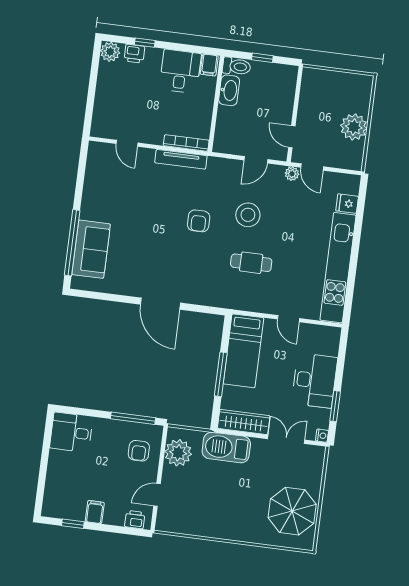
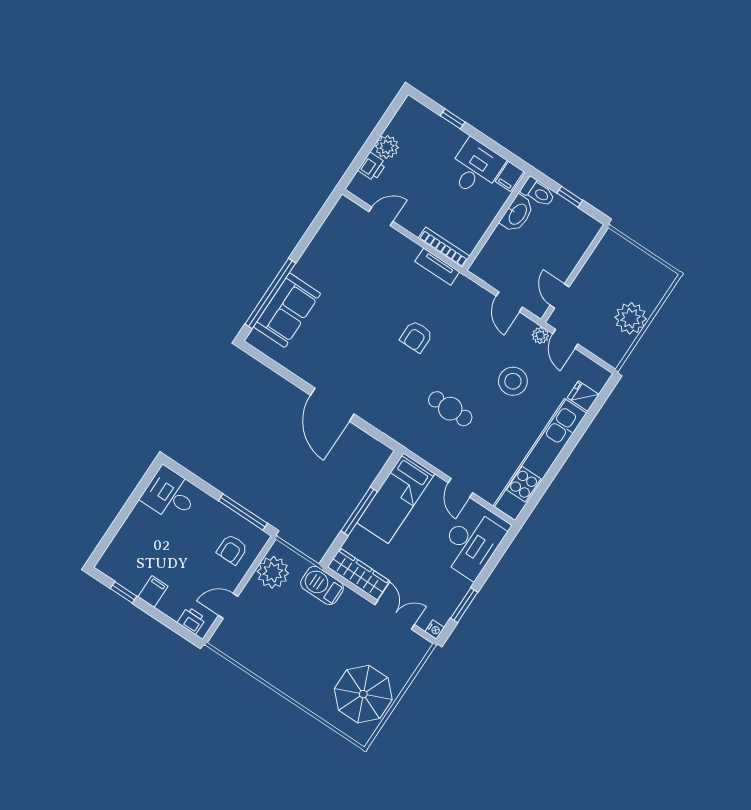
plant: (110, 52) -> (387, 147), moved
printer: (134, 54) -> (372, 167), moved, turned -90
door: (127, 143) -> (381, 216), swing flipped
tv unit: (181, 159) -> (437, 267), width x0.71
door: (256, 160) -> (509, 302), hinge flipped
stool: (248, 215) -> (513, 381), moved
desk: (314, 380) -> (471, 544), moved
barbecue: (226, 447) -> (322, 585), width x0.73, depth x0.83

